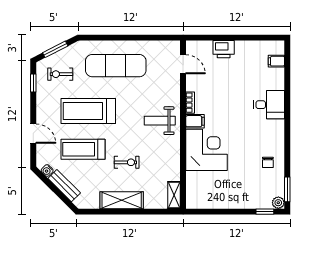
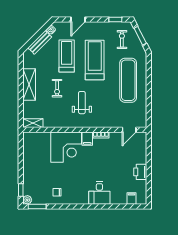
printer: (224, 49) -> (140, 172), moved
weight bench: (160, 121) -> (82, 103), moved

